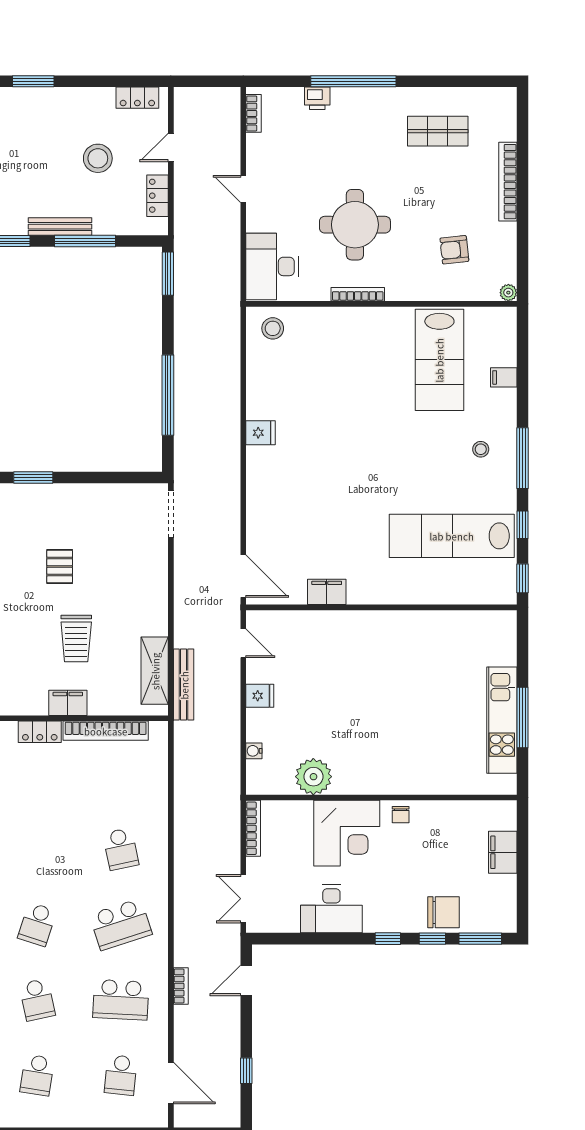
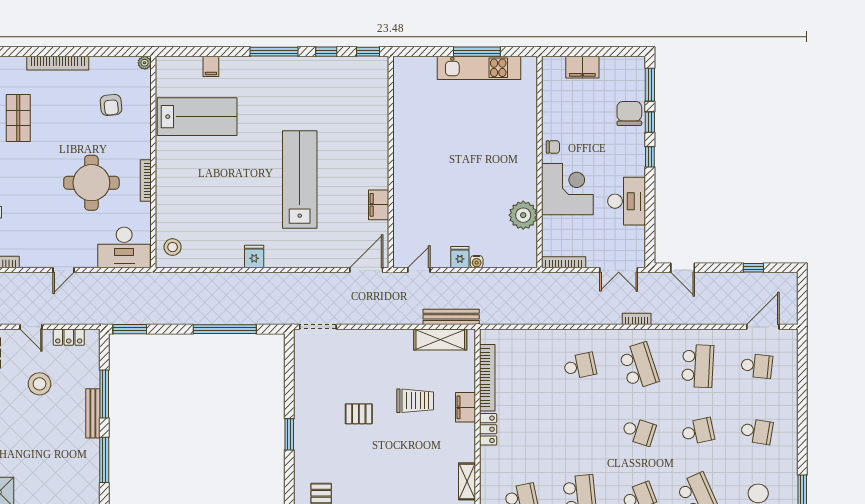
stool: (481, 449) -> (267, 84), removed
lab bench: (452, 536) -> (300, 180), moved, turned 180
water cooler: (254, 751) -> (477, 262), moved
bookcase: (181, 986) -> (637, 319), moved

